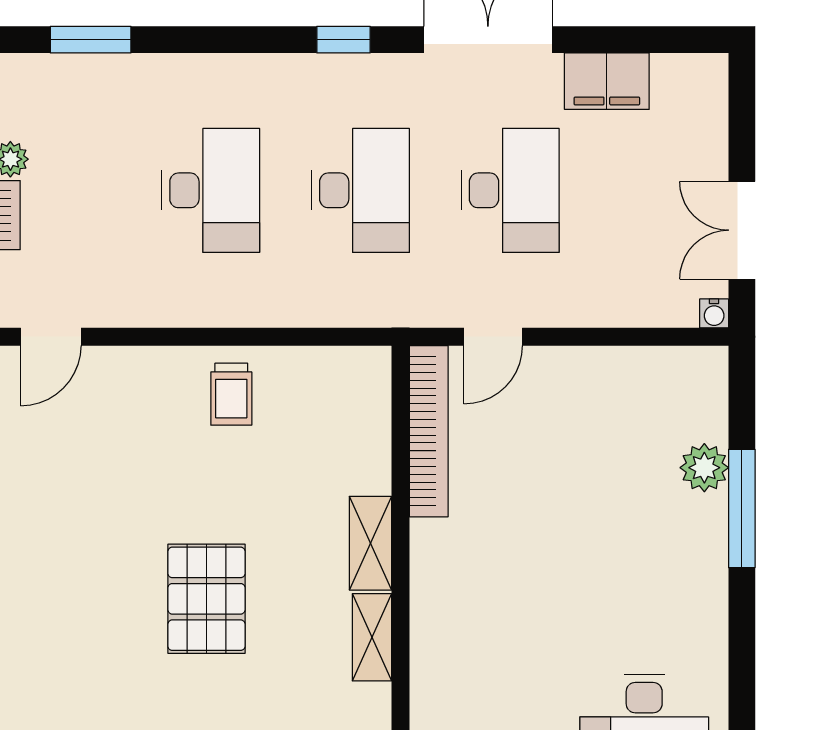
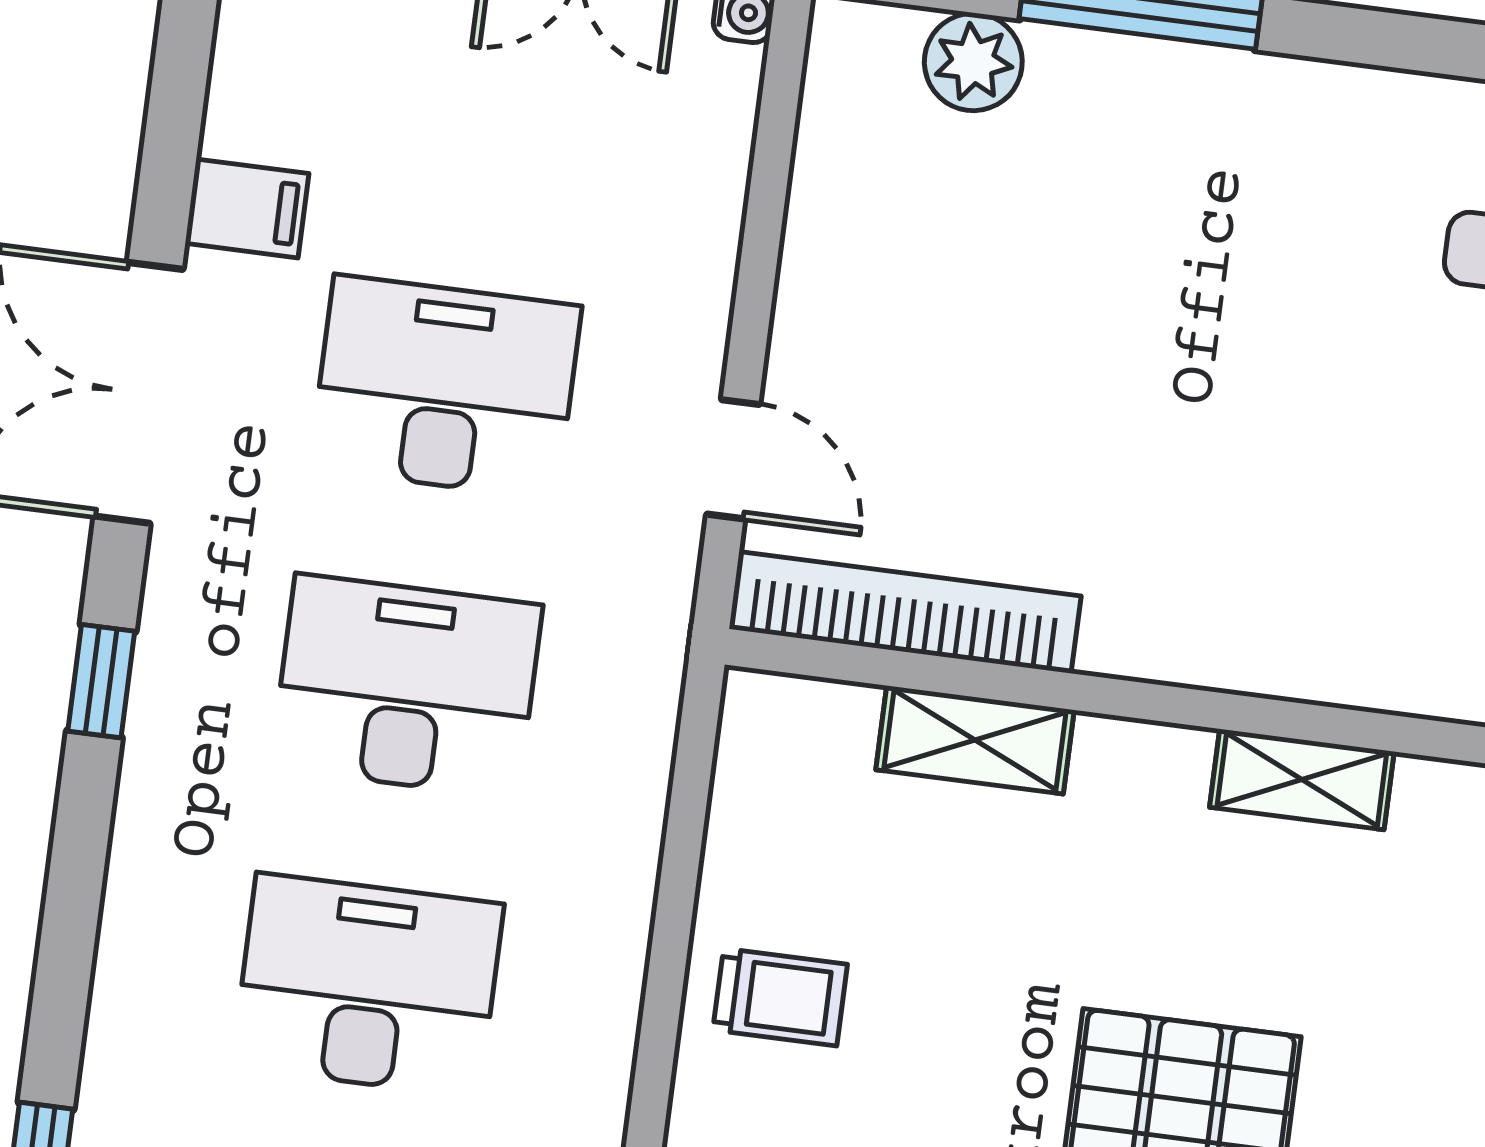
filing cabinet: (607, 81) -> (247, 208), width x0.50
plant: (704, 468) -> (973, 62), moved
shelving: (370, 543) -> (975, 740), moved

